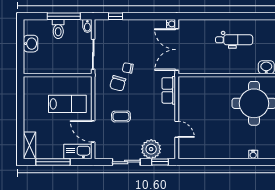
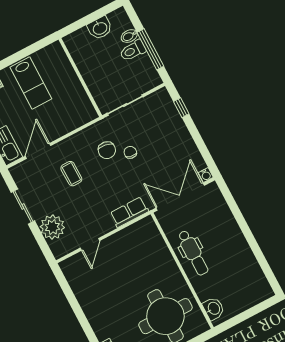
bidet: (87, 26) -> (129, 36), moved
dental chair: (234, 40) -> (193, 253), moved
chair: (118, 83) -> (107, 150), turned -97
lab bench: (67, 104) -> (31, 83), moved
window: (160, 162) -> (43, 245), removed

